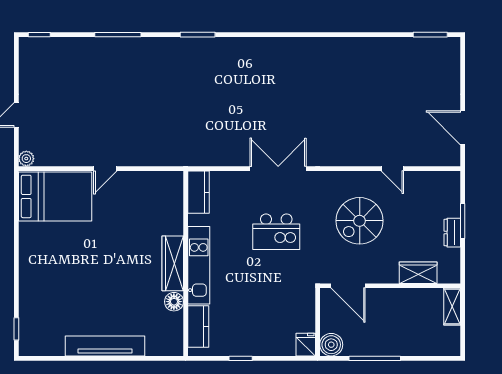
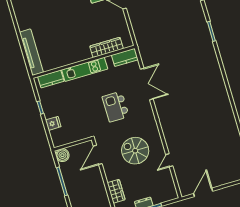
double door: (278, 169) -> (147, 84), moved
wardrobe: (173, 263) -> (107, 47), moved
floor lamp: (174, 302) -> (61, 62), removed
fridge: (306, 345) -> (53, 123), moved
tv unit: (105, 346) -> (31, 52), moved

